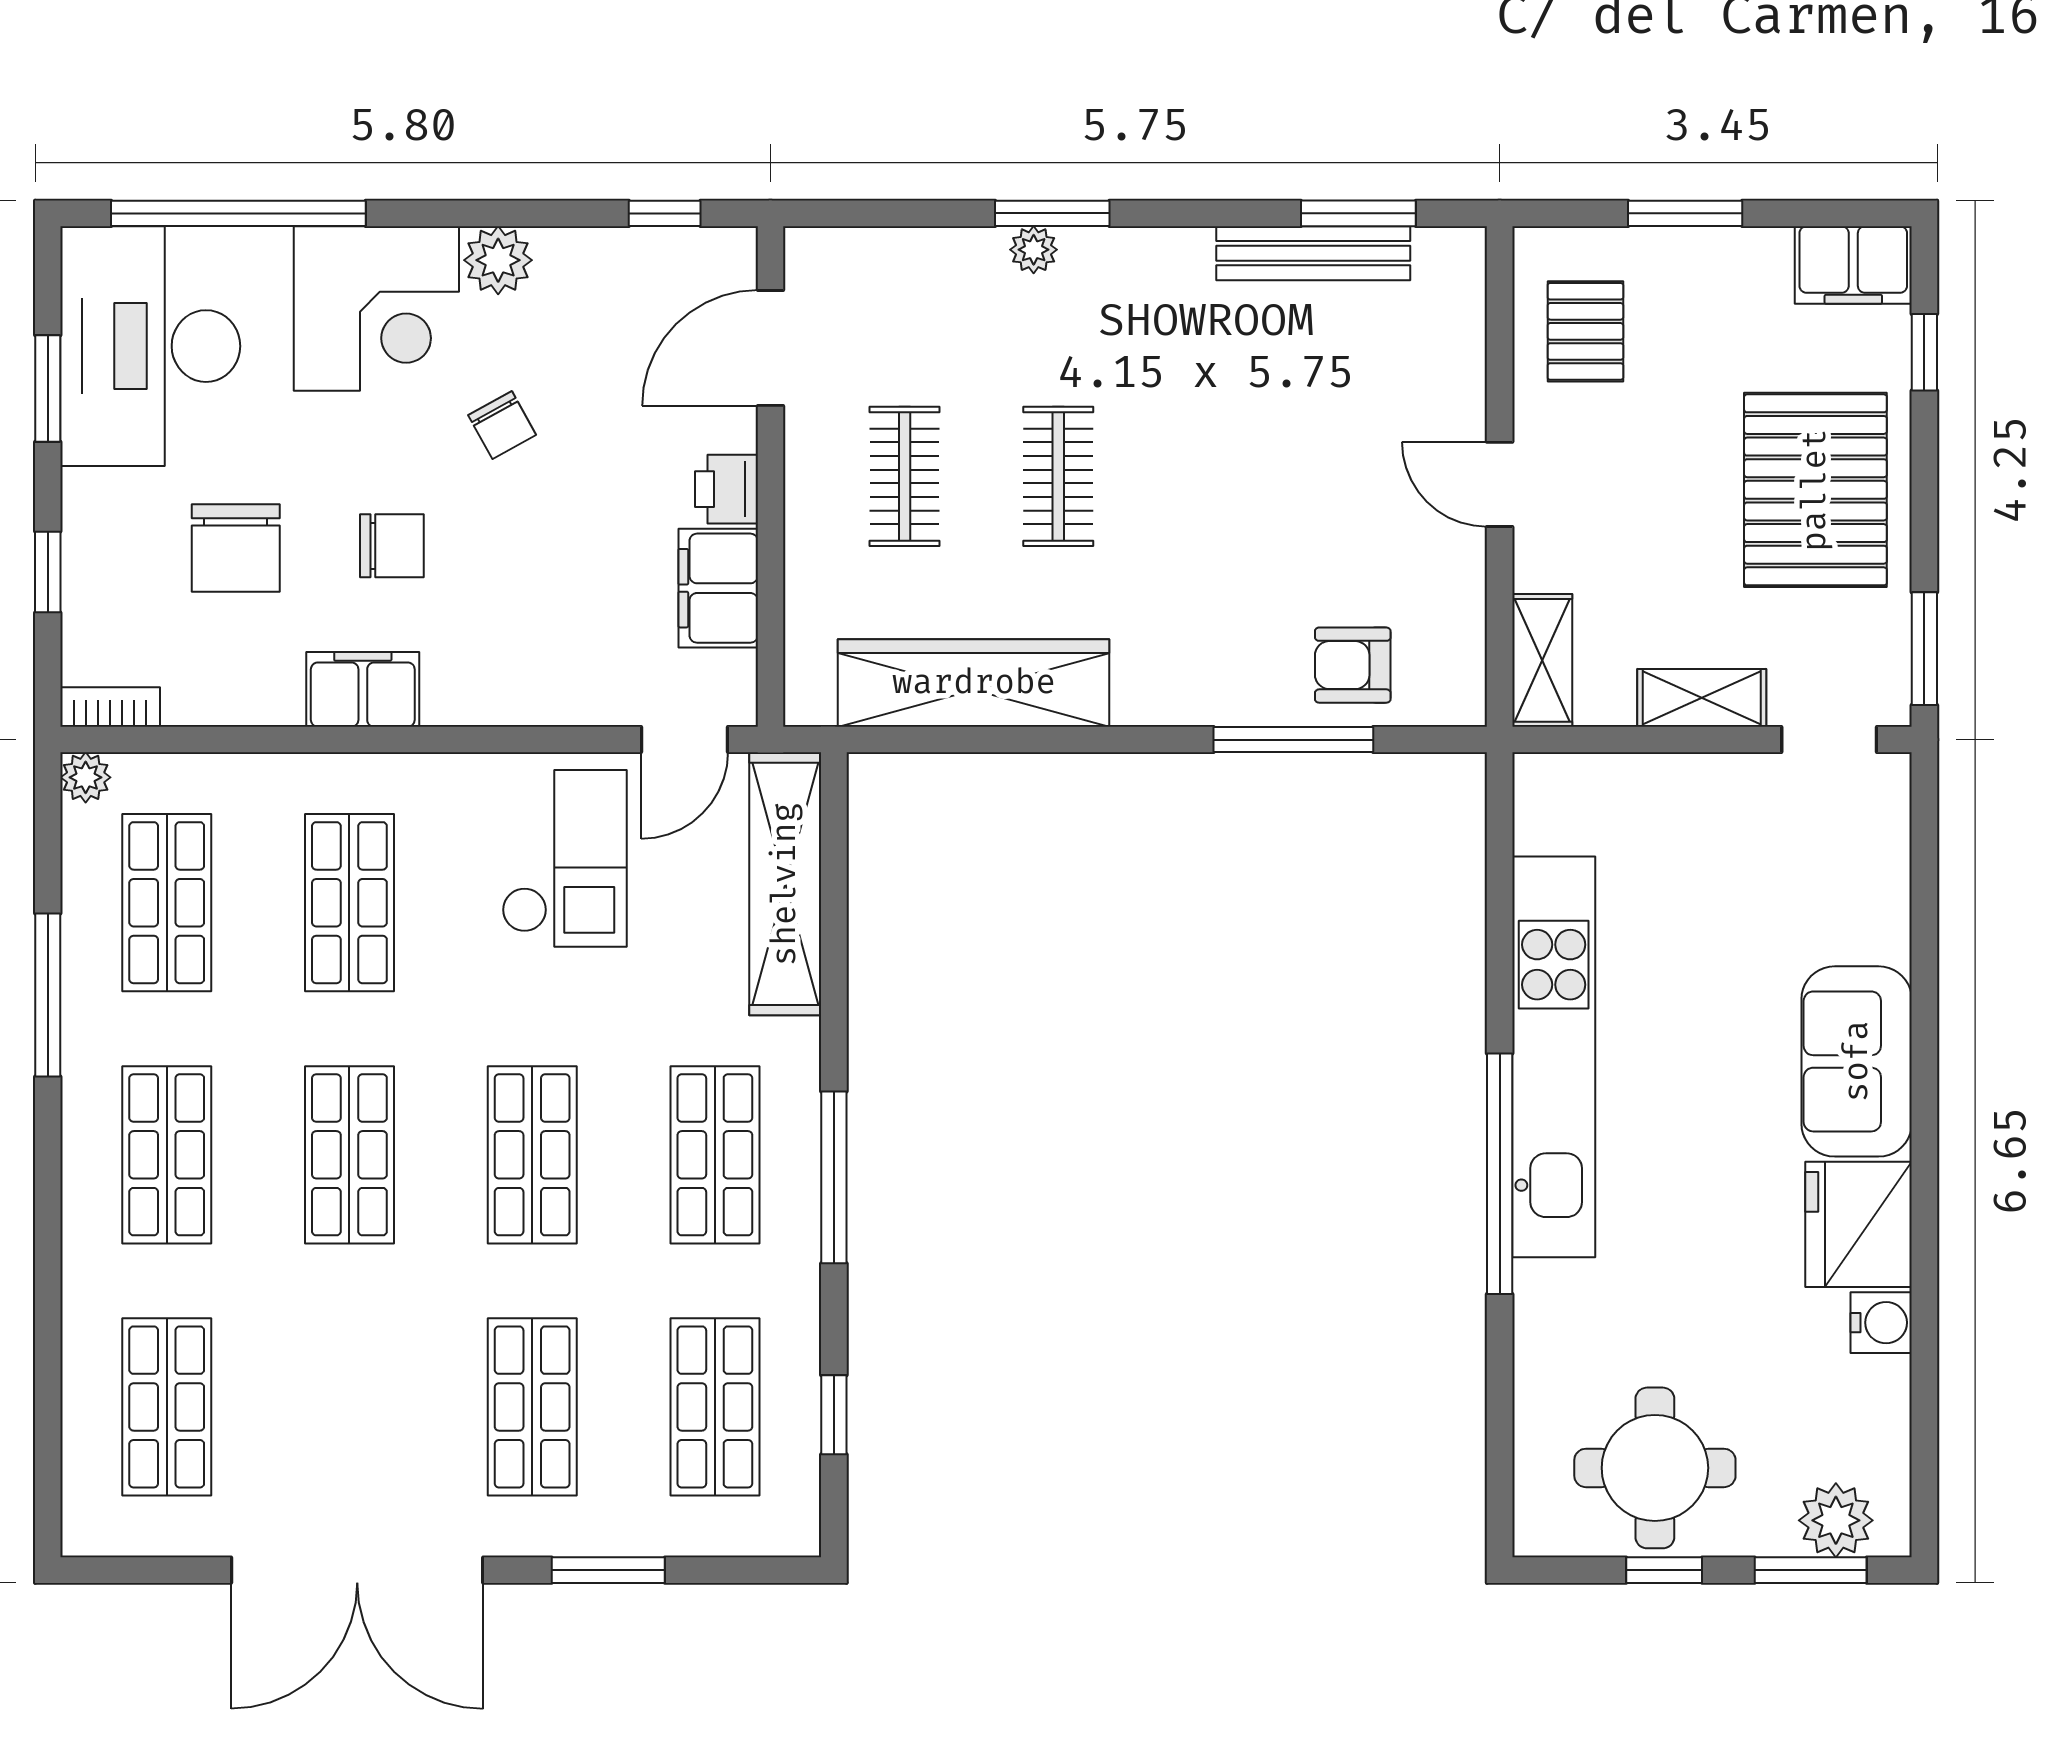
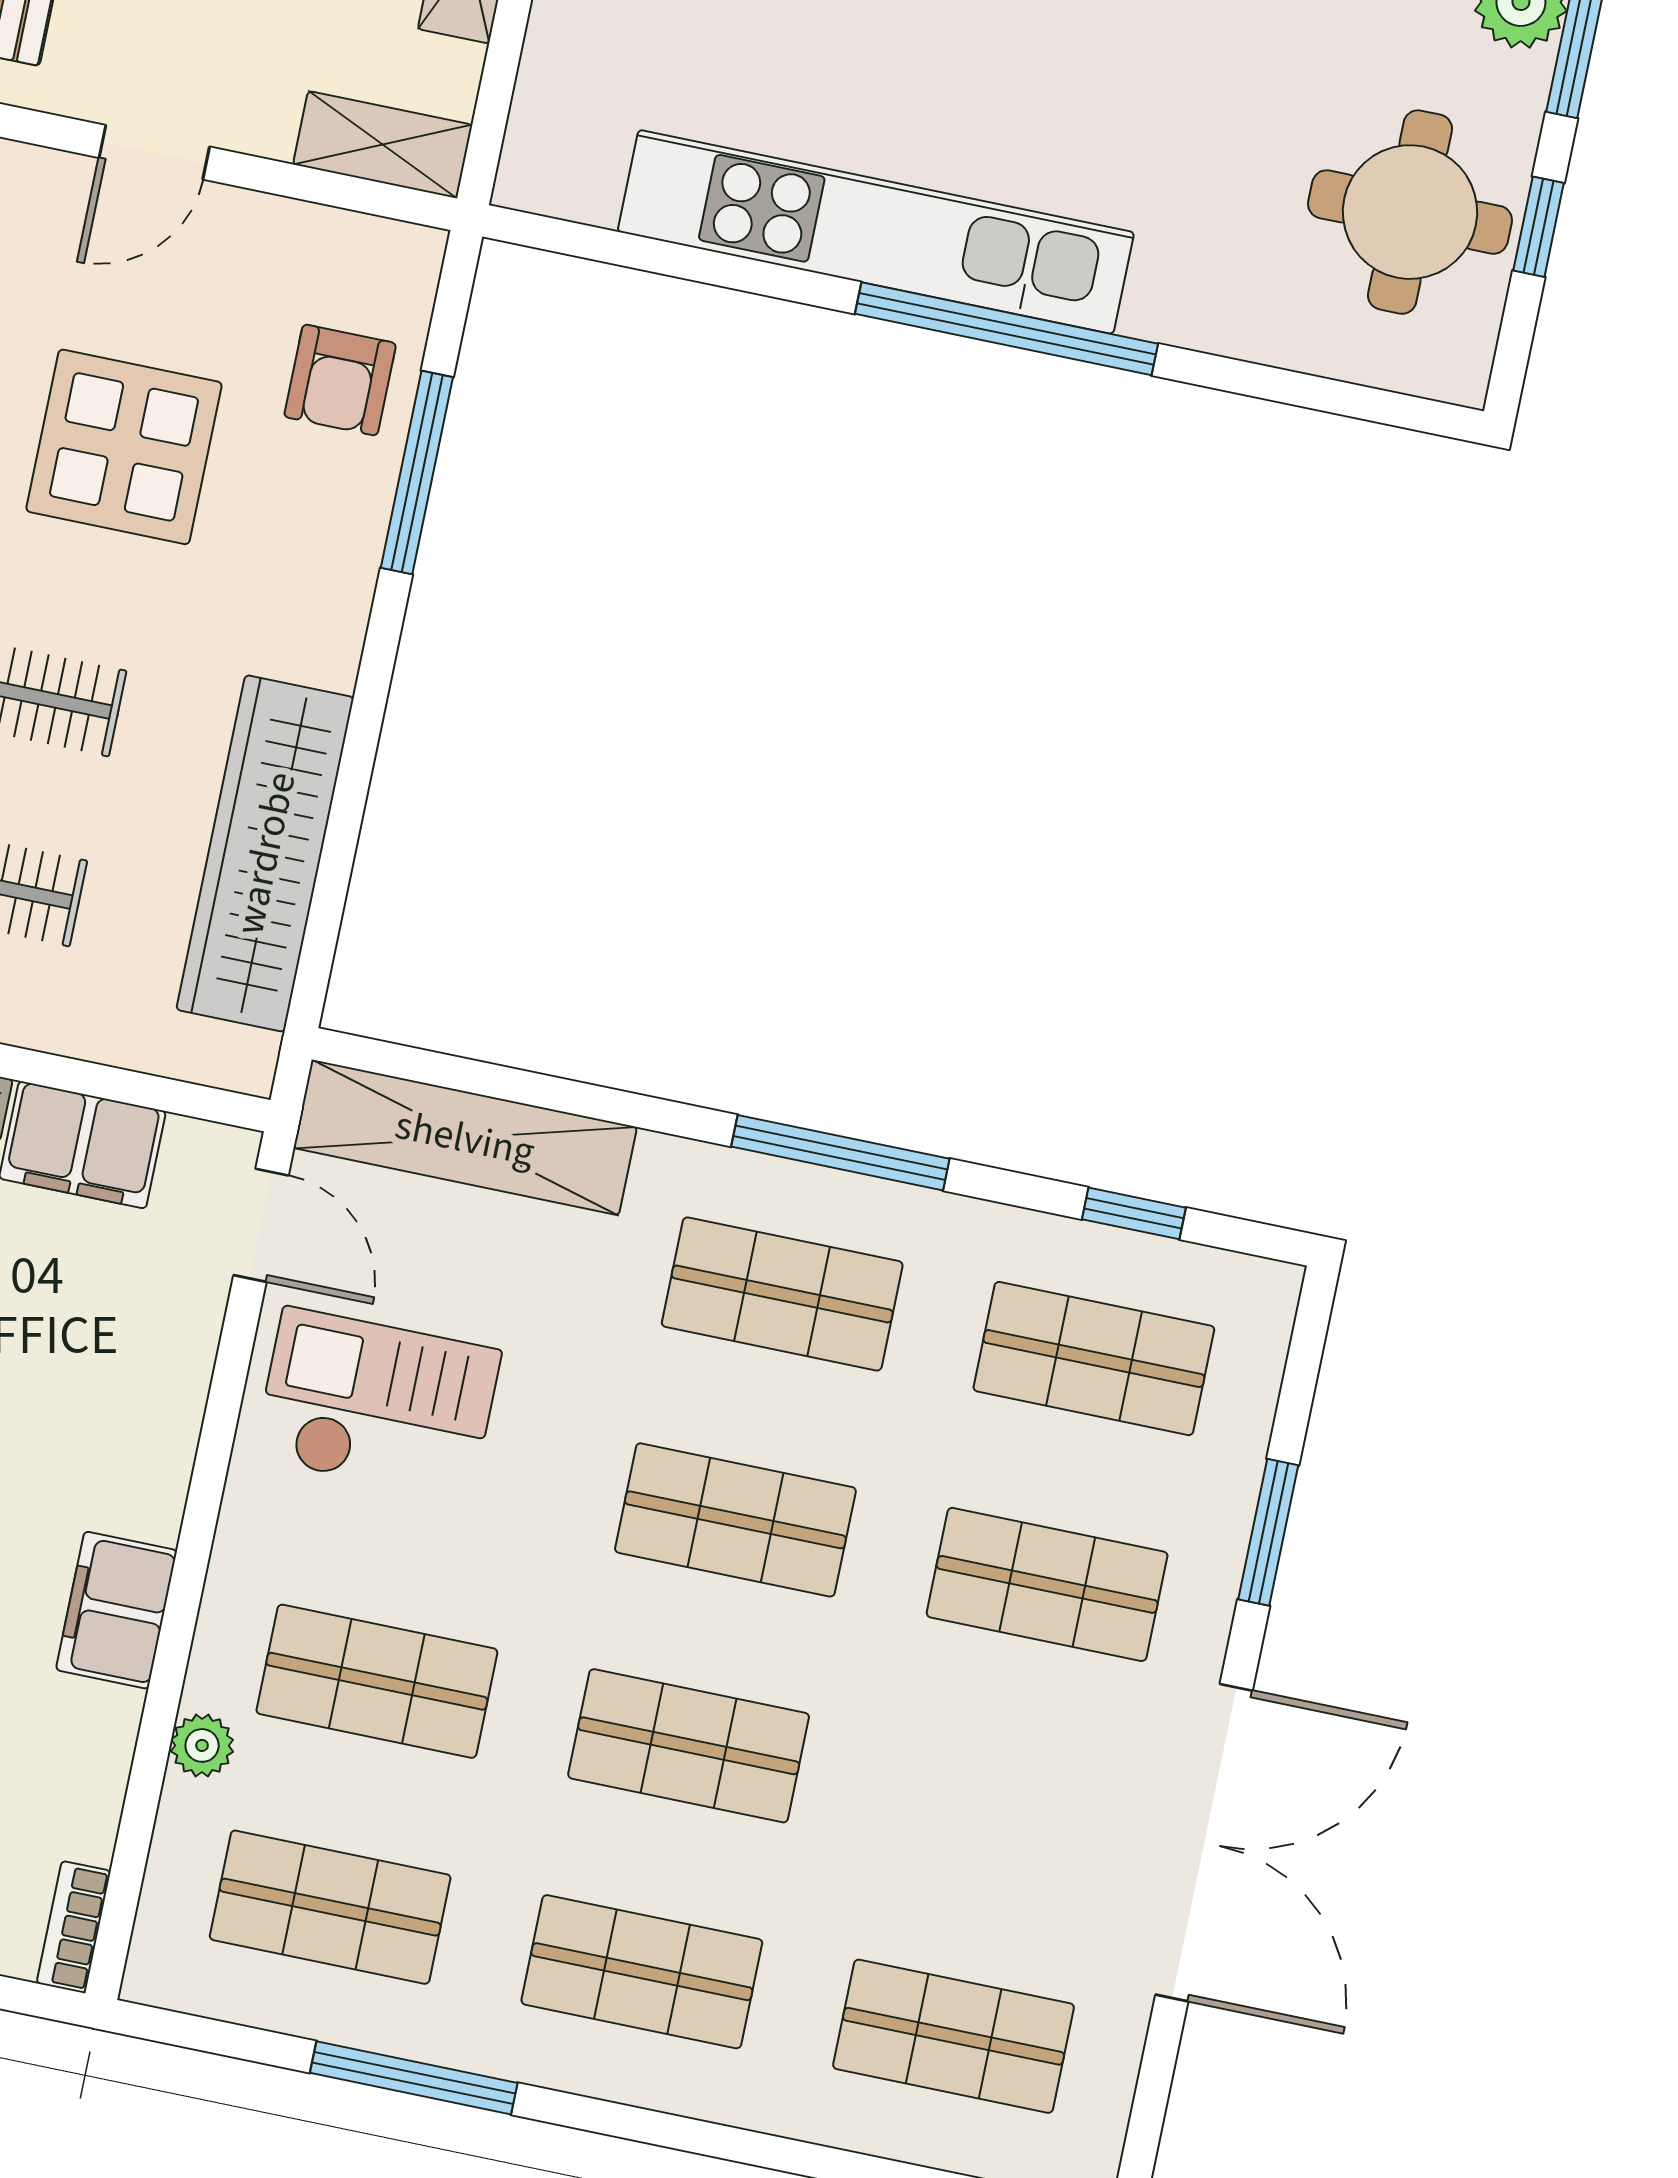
display table: (1266, 508) -> (124, 447), added
plant: (86, 777) -> (202, 1745), moved

